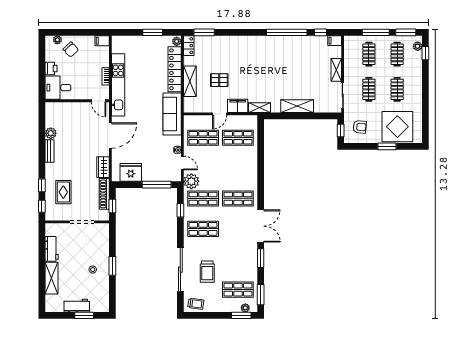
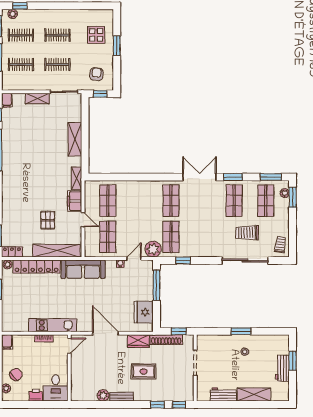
shelving: (190, 81) -> (57, 251), width x1.47
kitchen unit: (118, 85) -> (53, 325), width x0.73
display table: (397, 127) -> (96, 35), width x0.54, depth x0.54
rug: (63, 192) -> (144, 371), moved
shop shelf: (203, 229) -> (234, 201), moved
trolley: (207, 272) -> (247, 233), turned 180

